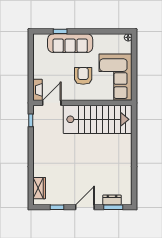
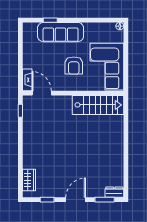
armchair: (83, 76) -> (74, 66), turned 180
door: (52, 103) -> (42, 93), hinge flipped
stairs: (98, 119) -> (98, 105), width x0.73, depth x0.66
dresser: (112, 200) -> (114, 192), moved

